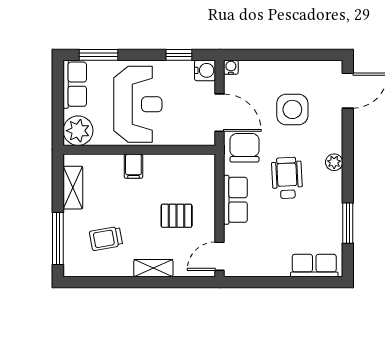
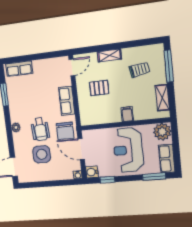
wheelchair: (287, 178) -> (40, 129), moved

